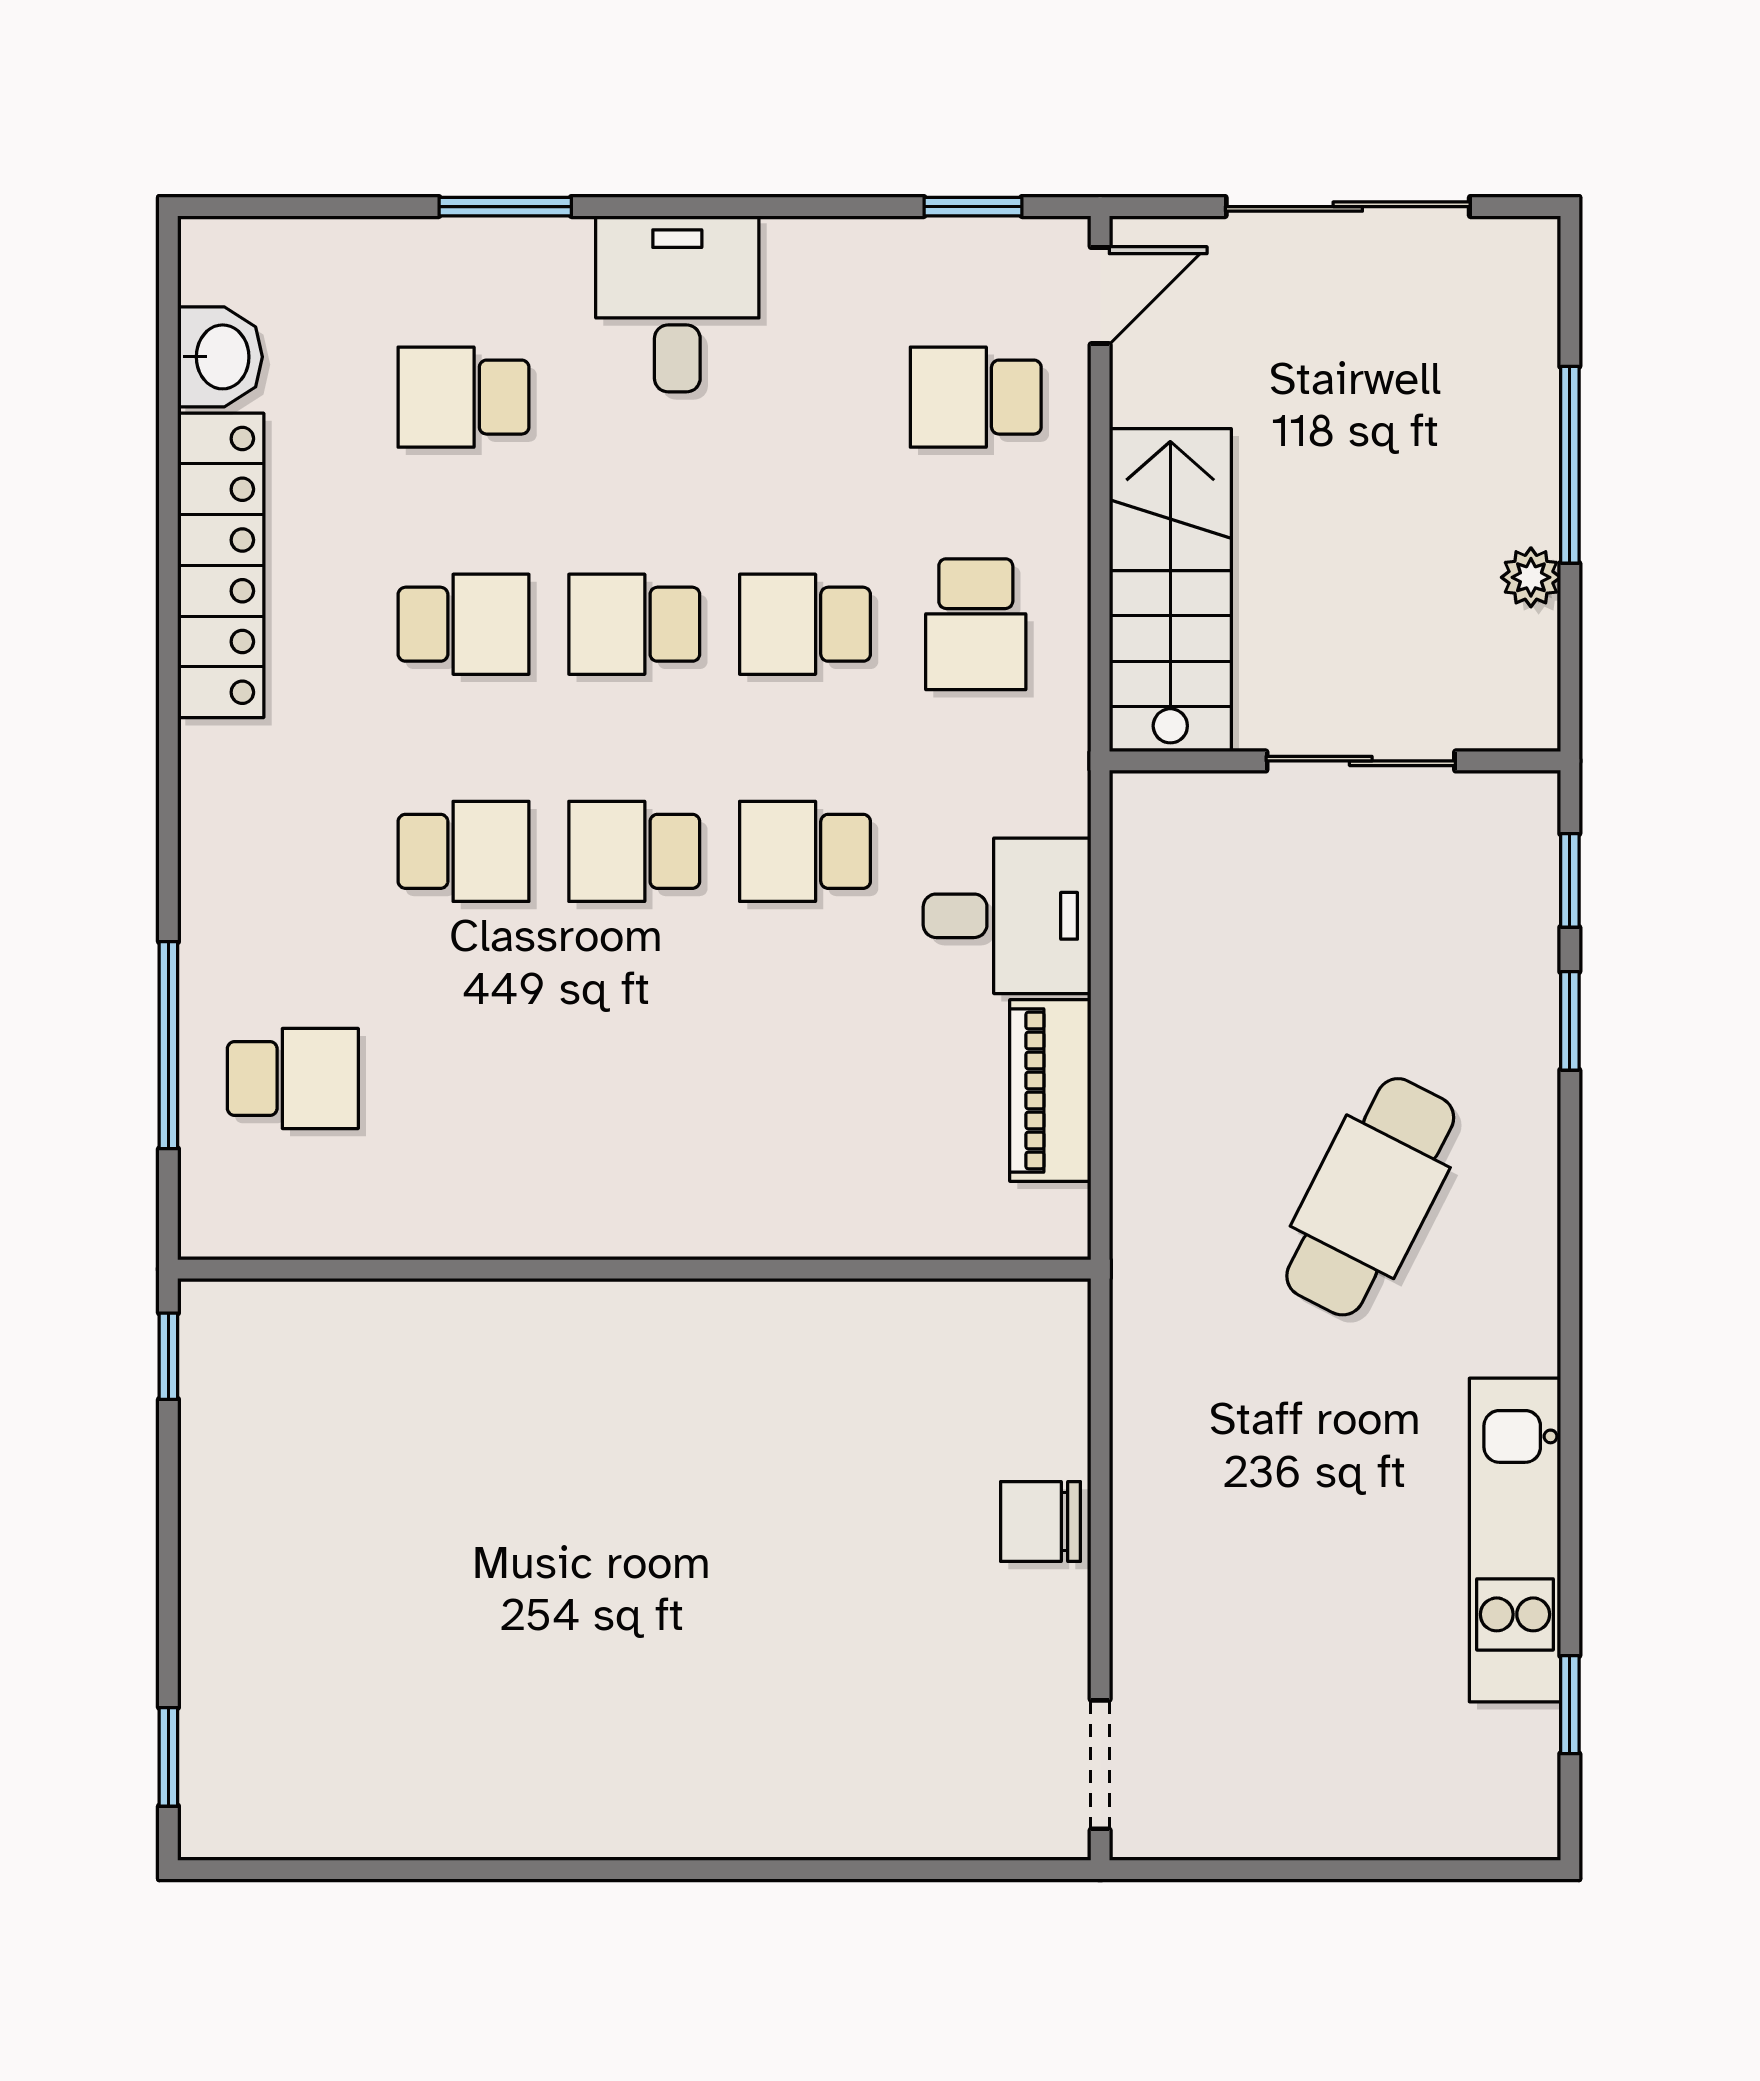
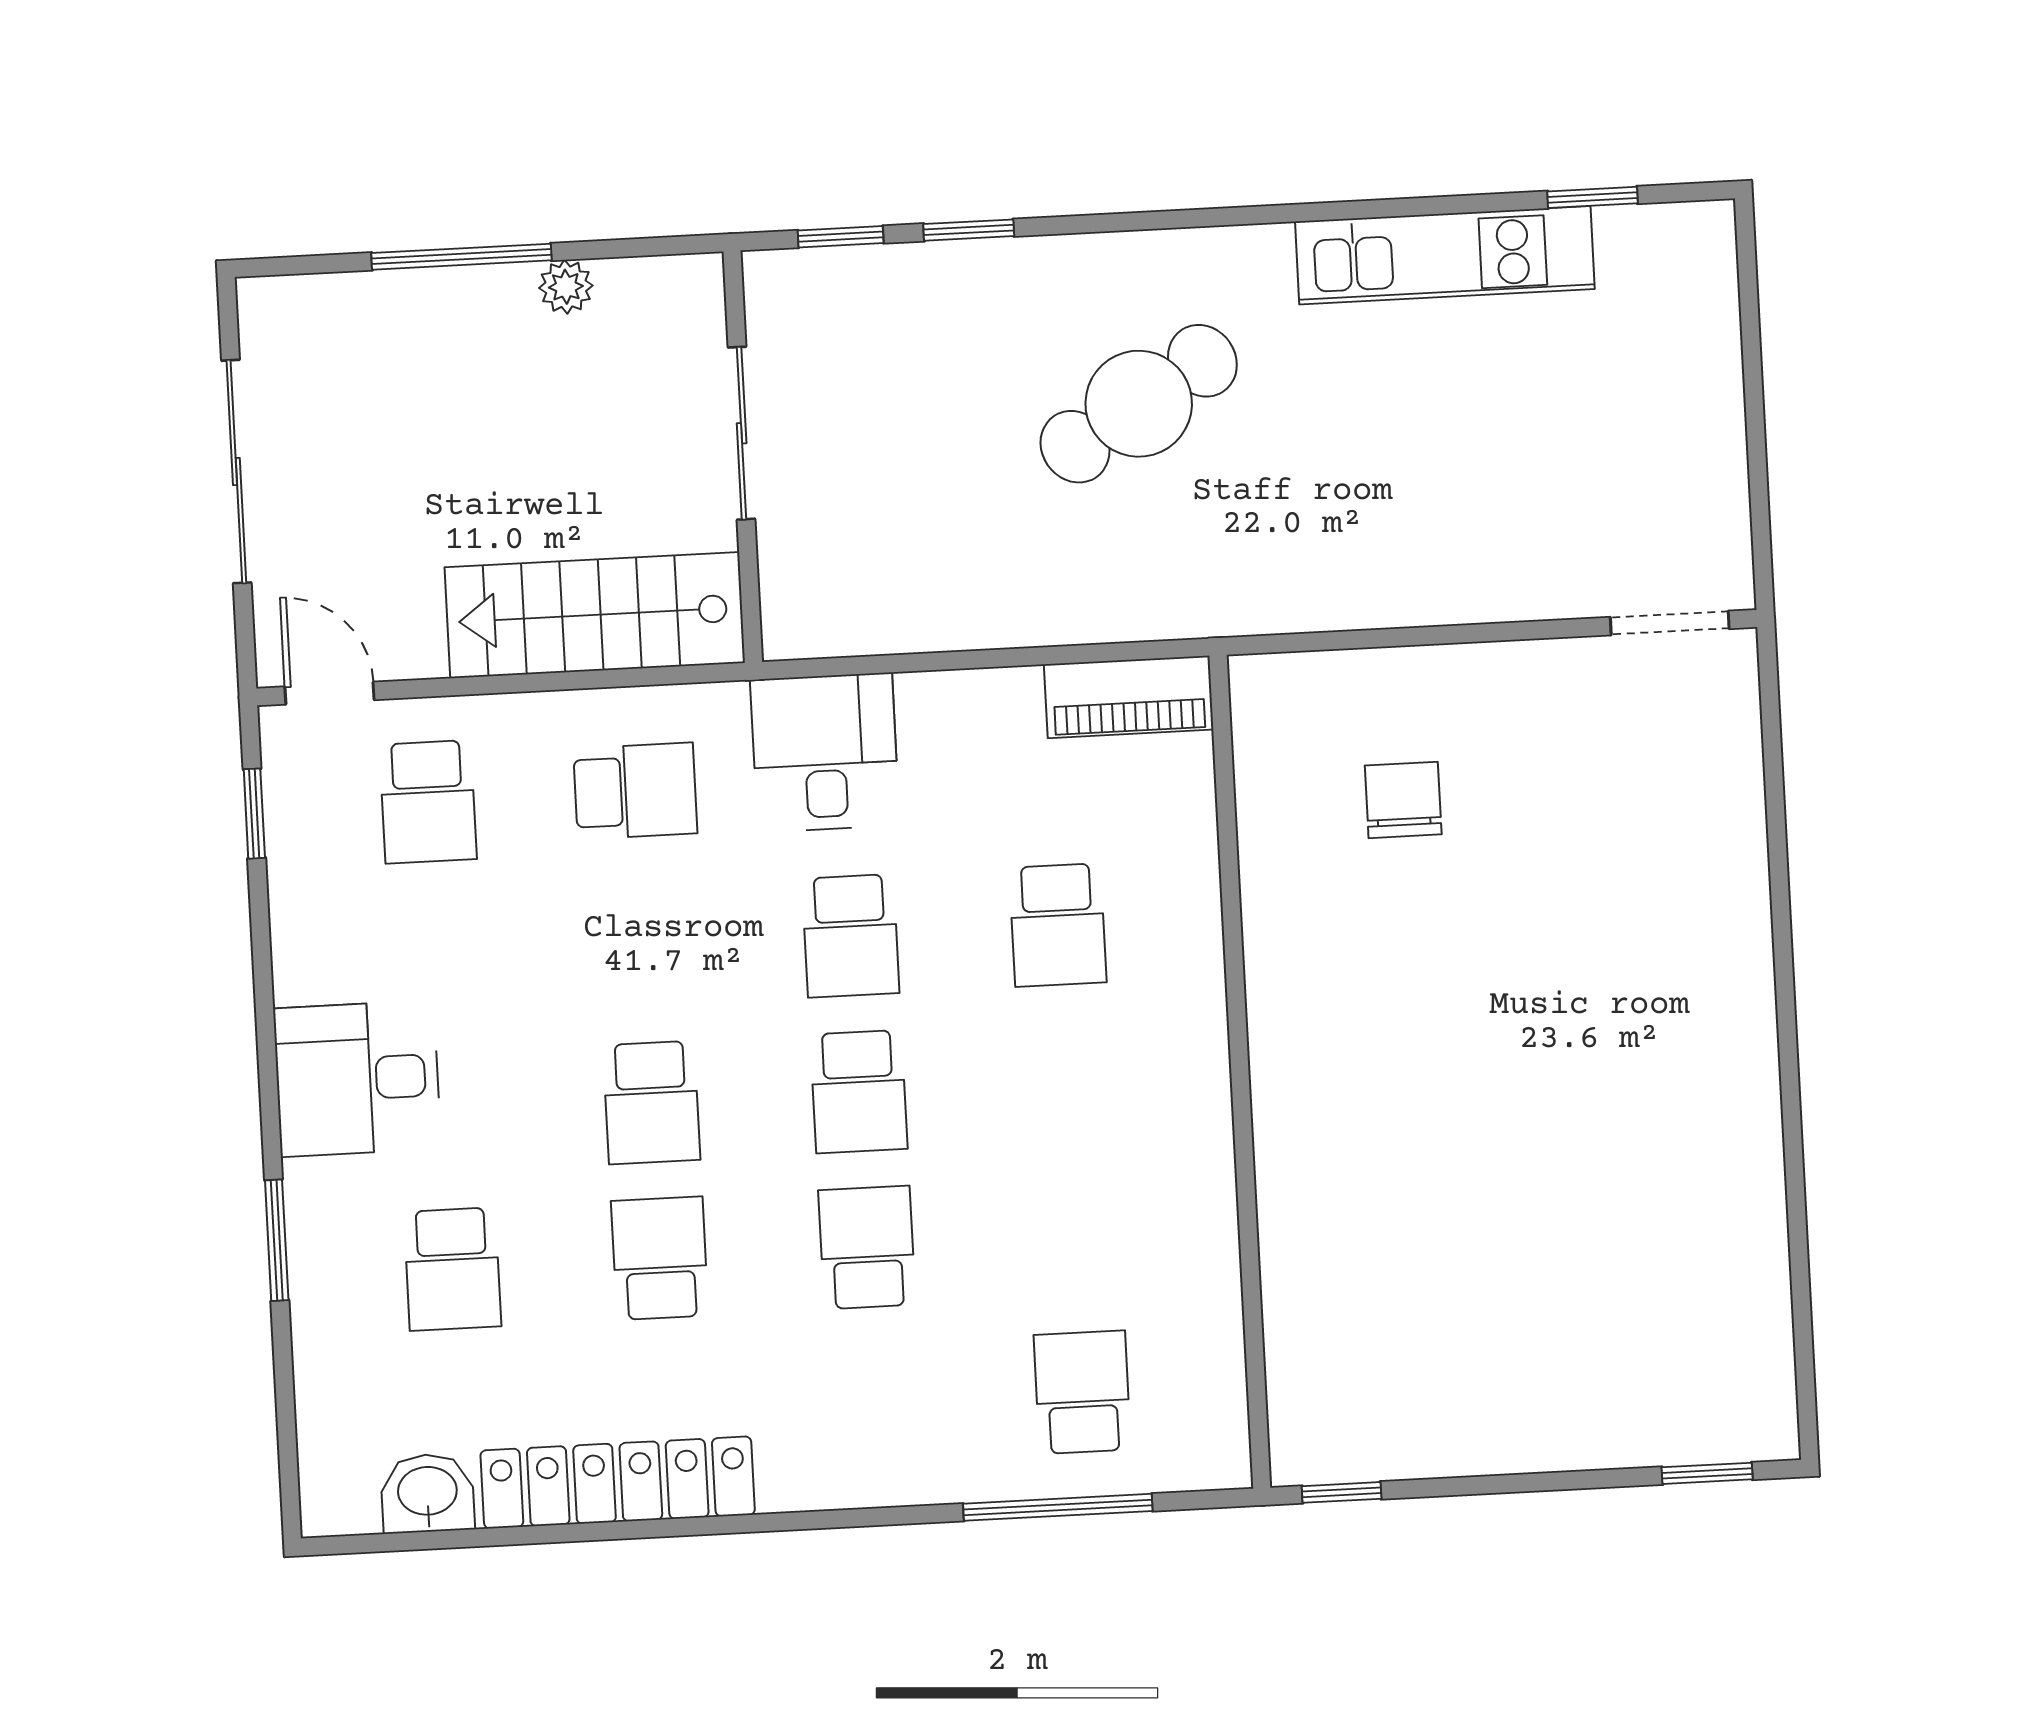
school desk: (805, 624) -> (1058, 925), moved
desk: (1007, 916) -> (825, 752), moved
piano: (1050, 1090) -> (1129, 697), moved
cafe table: (1370, 1197) -> (1139, 404), turned -58
chair: (1041, 1522) -> (1403, 800), moved, turned 180

